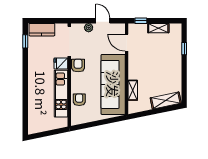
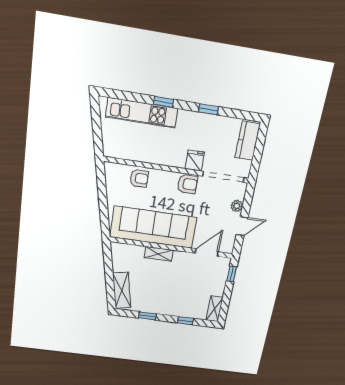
shelving: (158, 28) -> (215, 309), moved
window: (25, 41) -> (209, 109), moved
window: (184, 78) -> (147, 316), added
shelving: (133, 90) -> (159, 254), moved
window: (25, 91) -> (163, 102), added
kitchen unit: (61, 94) -> (142, 113), moved, turned 180

